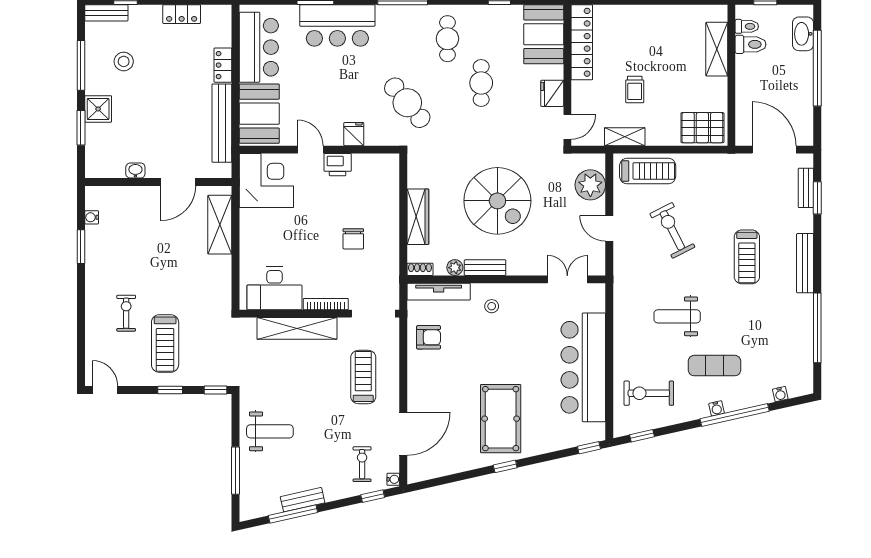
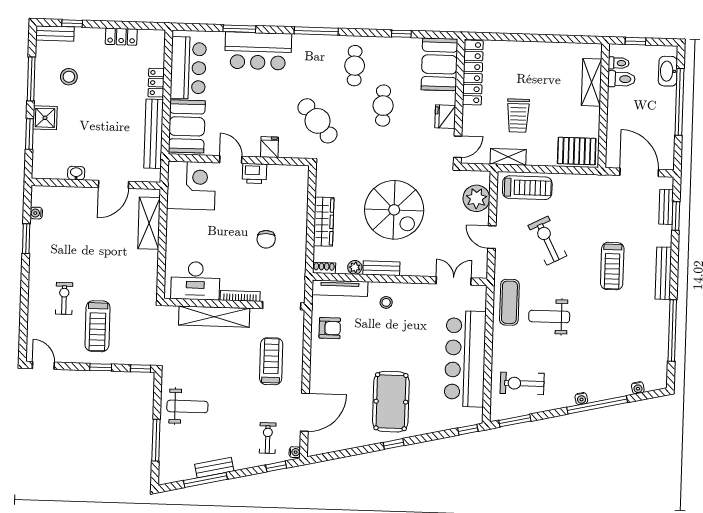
trolley: (635, 89) -> (518, 116), width x1.36, depth x1.39
exercise mat: (714, 366) -> (509, 302), moved, turned 90
window: (642, 436) -> (515, 421), width x1.50

